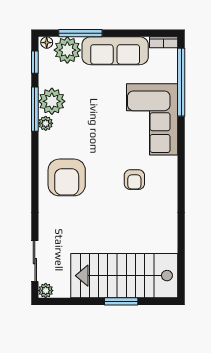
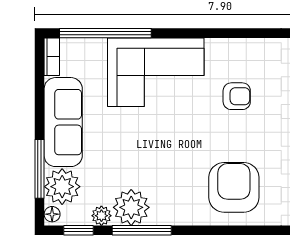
plant: (46, 123) -> (101, 216), moved
armchair: (67, 177) -> (234, 187), turned -90

